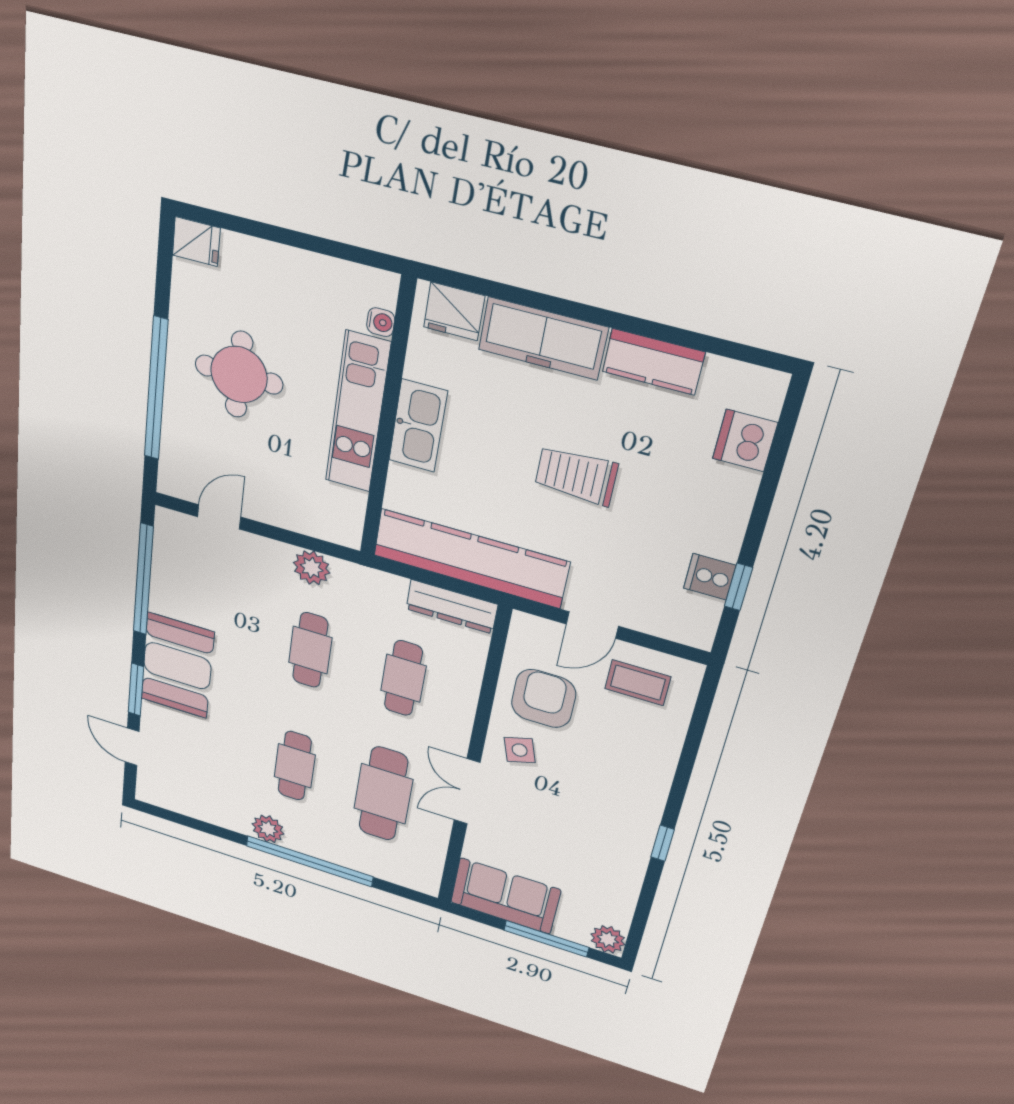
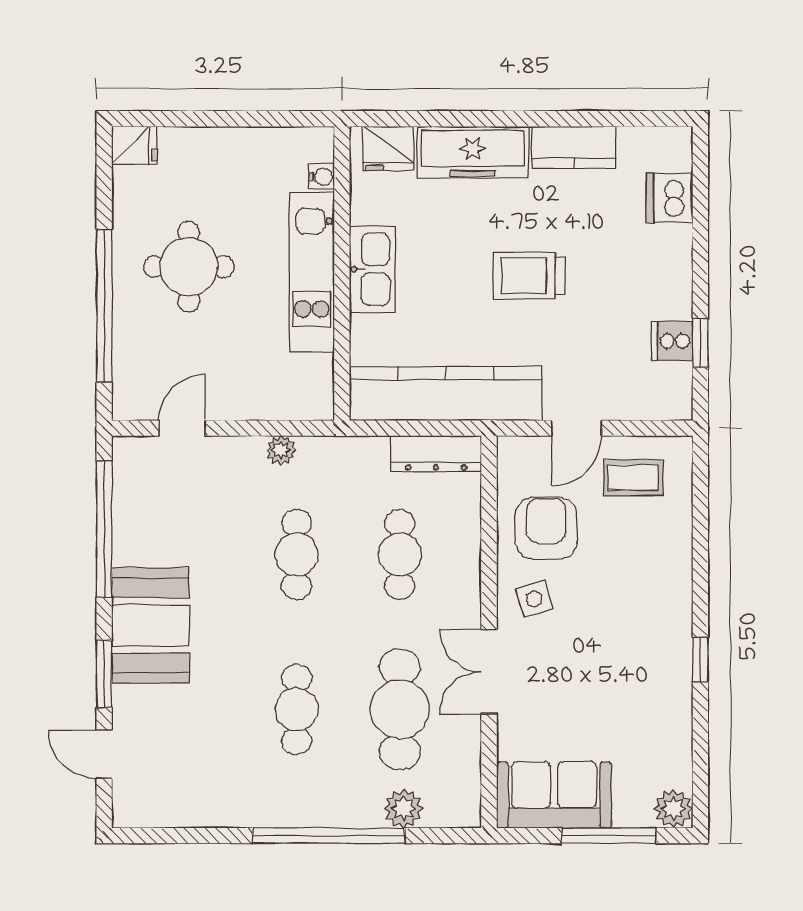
plant: (312, 568) -> (281, 450), width x0.73, depth x0.73
plant: (268, 829) -> (403, 809), moved

